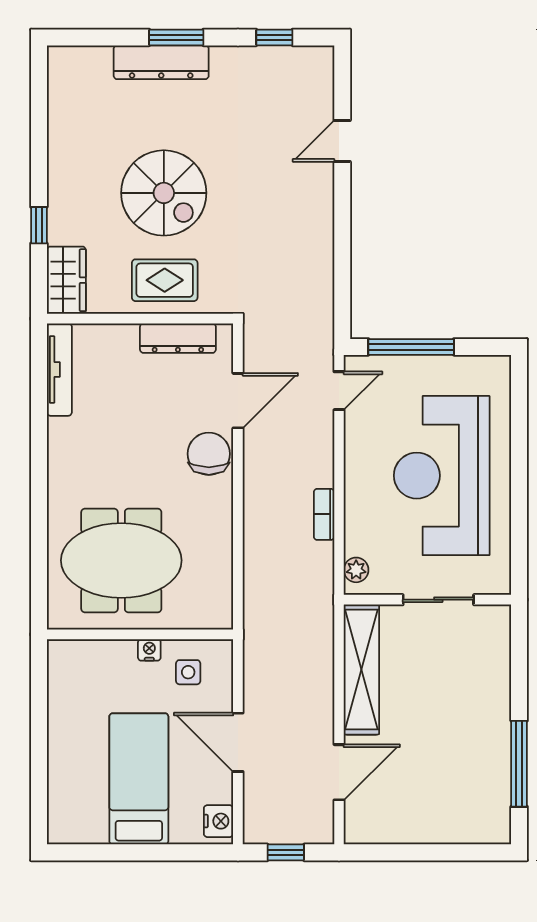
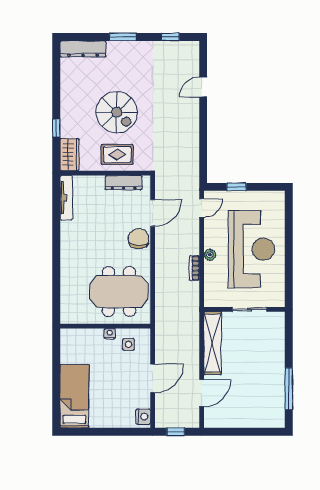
dresser: (161, 62) -> (83, 49), moved
window: (411, 347) -> (237, 187), width x0.46
reception desk: (442, 476) -> (251, 249), turned 180
meeting table: (121, 560) -> (119, 291), moved
plant: (356, 570) -> (210, 255), moved
door: (238, 742) -> (153, 378), swing flipped
bed: (139, 779) -> (74, 396), moved

